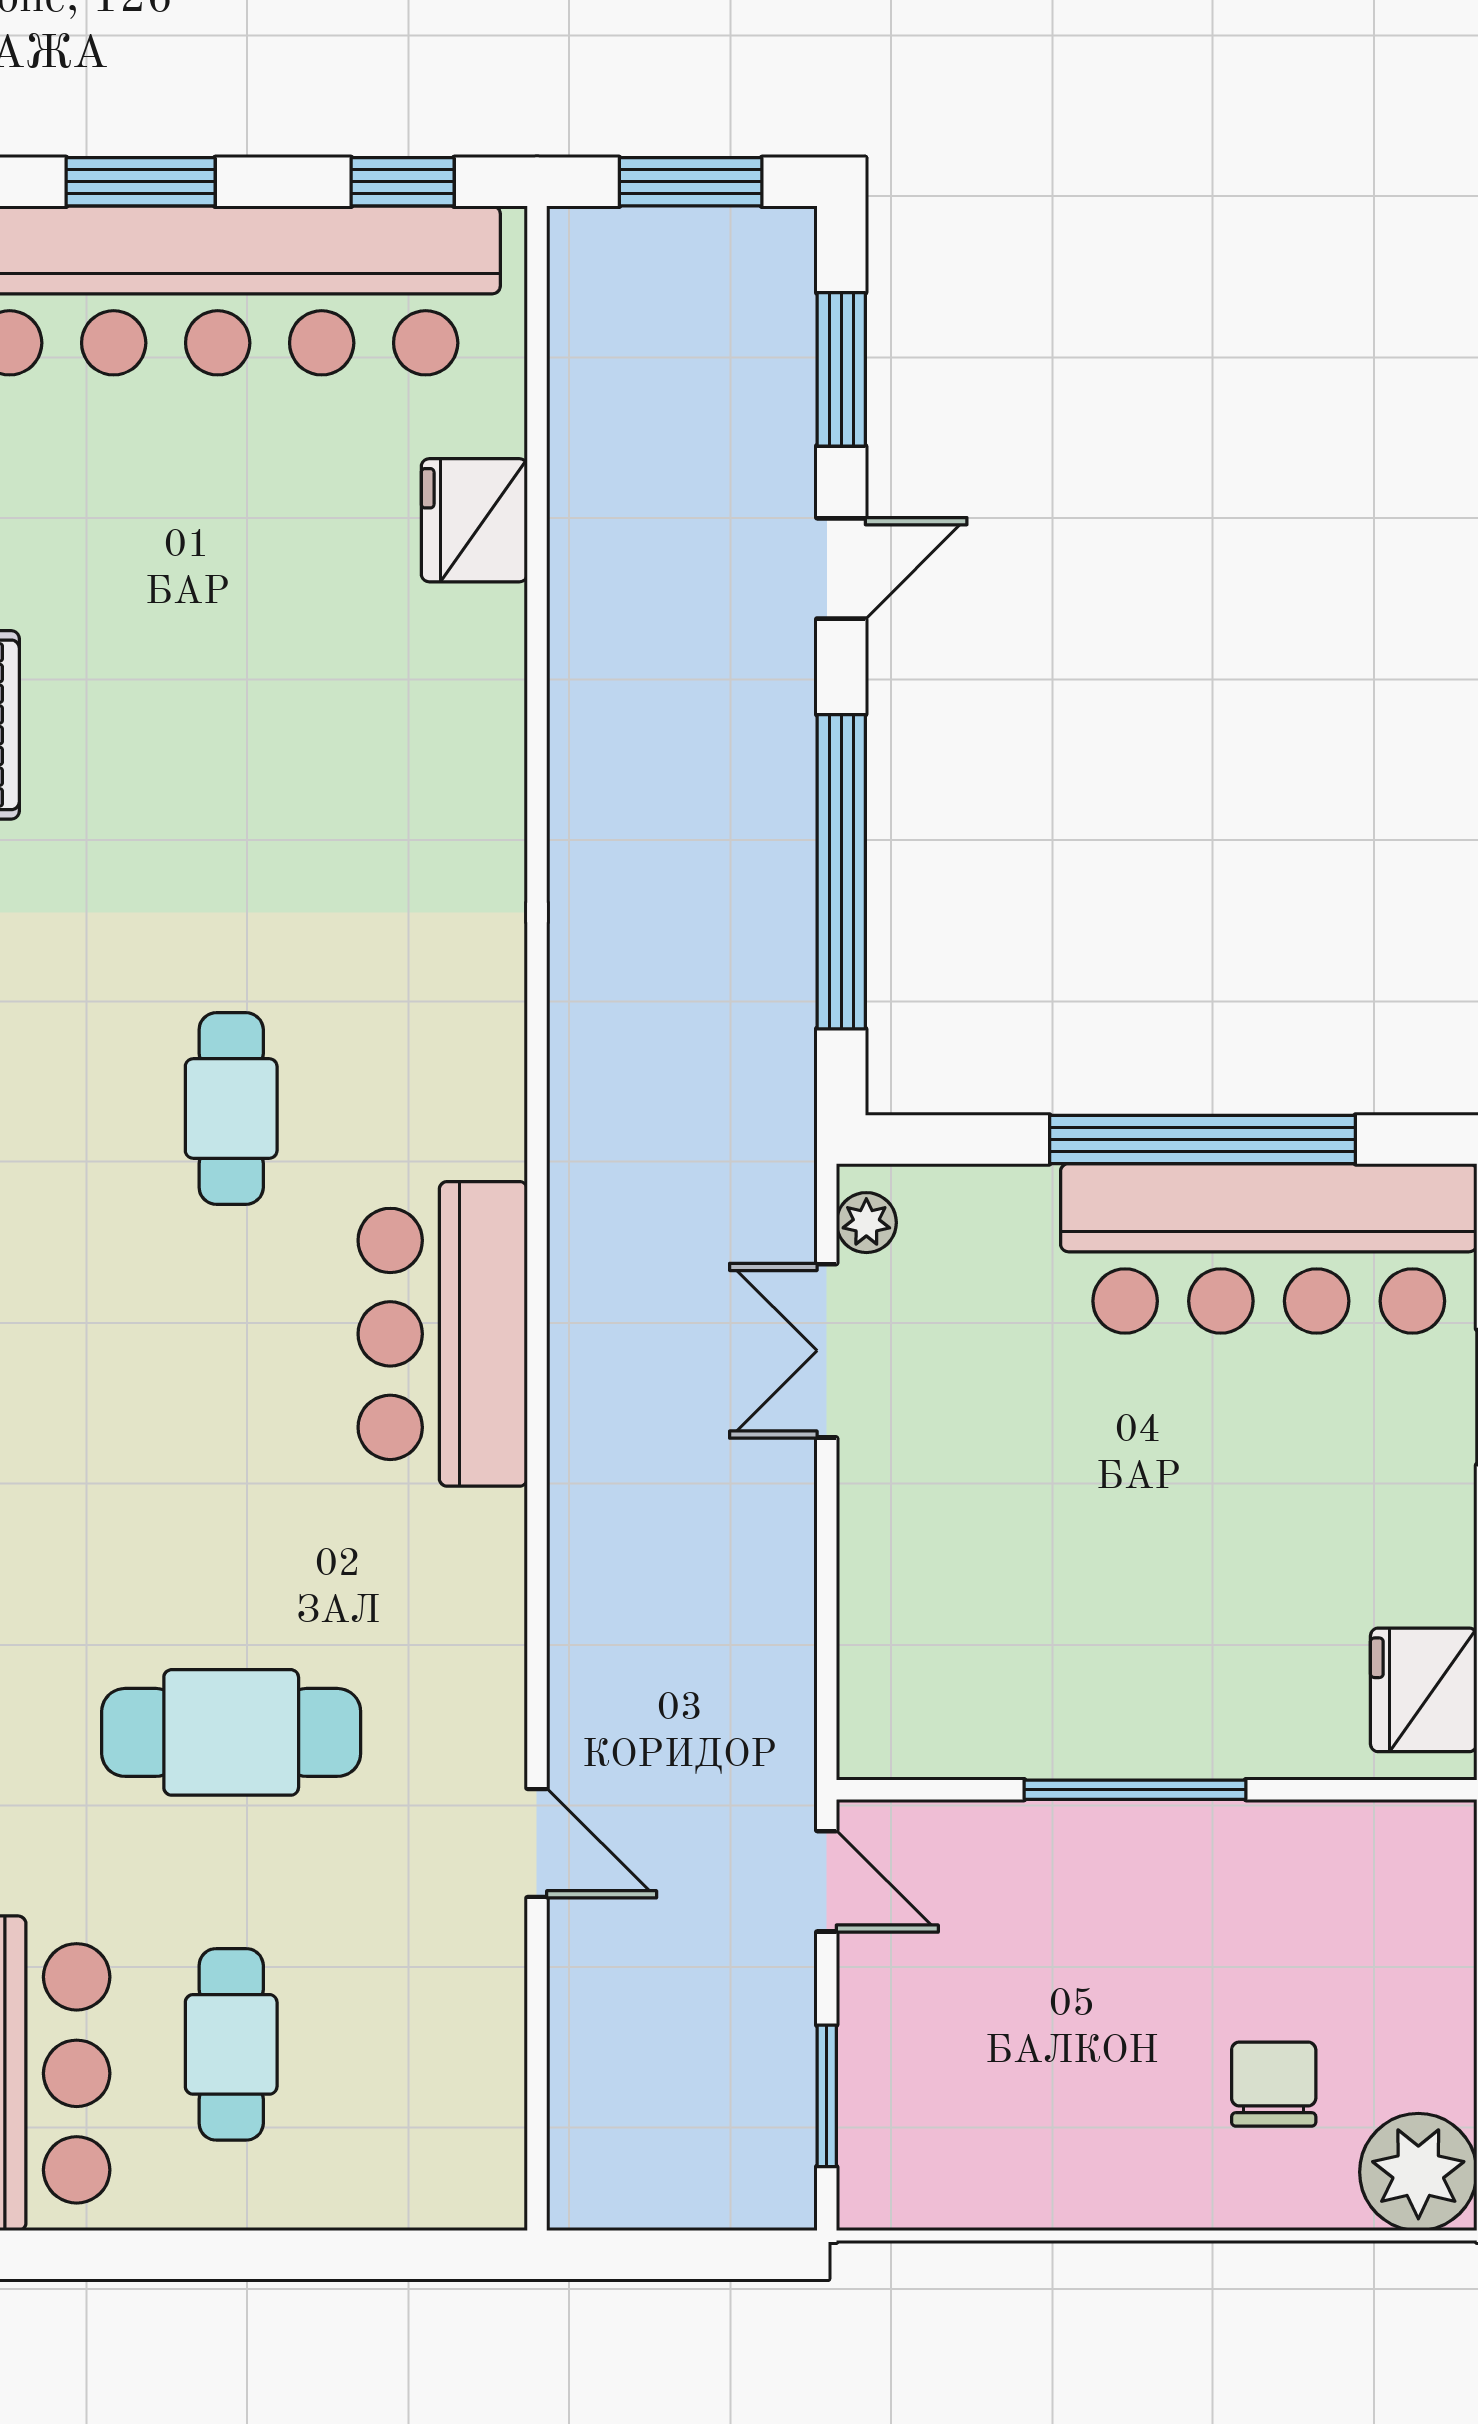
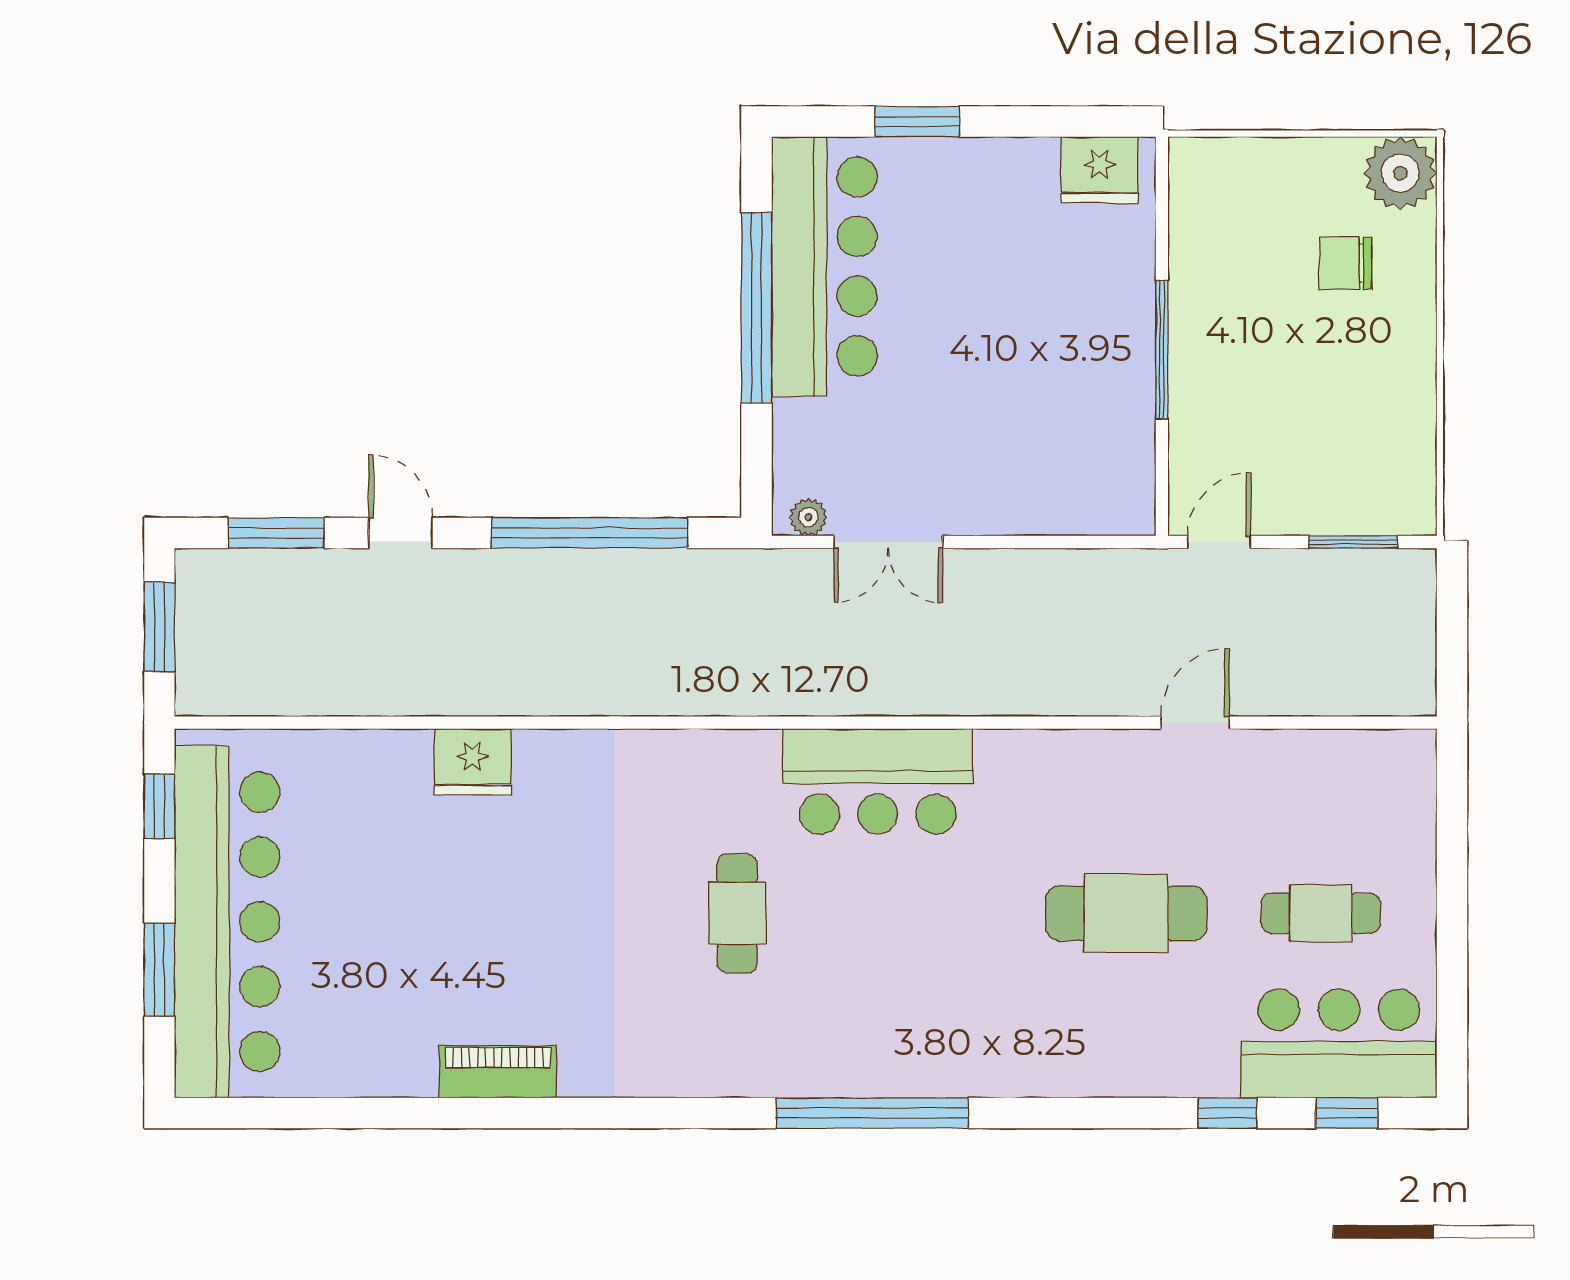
fridge: (474, 520) -> (473, 762), moved
cafe table: (231, 1109) -> (737, 913), turned 90
cafe table: (231, 1732) -> (1126, 913), turned 90

